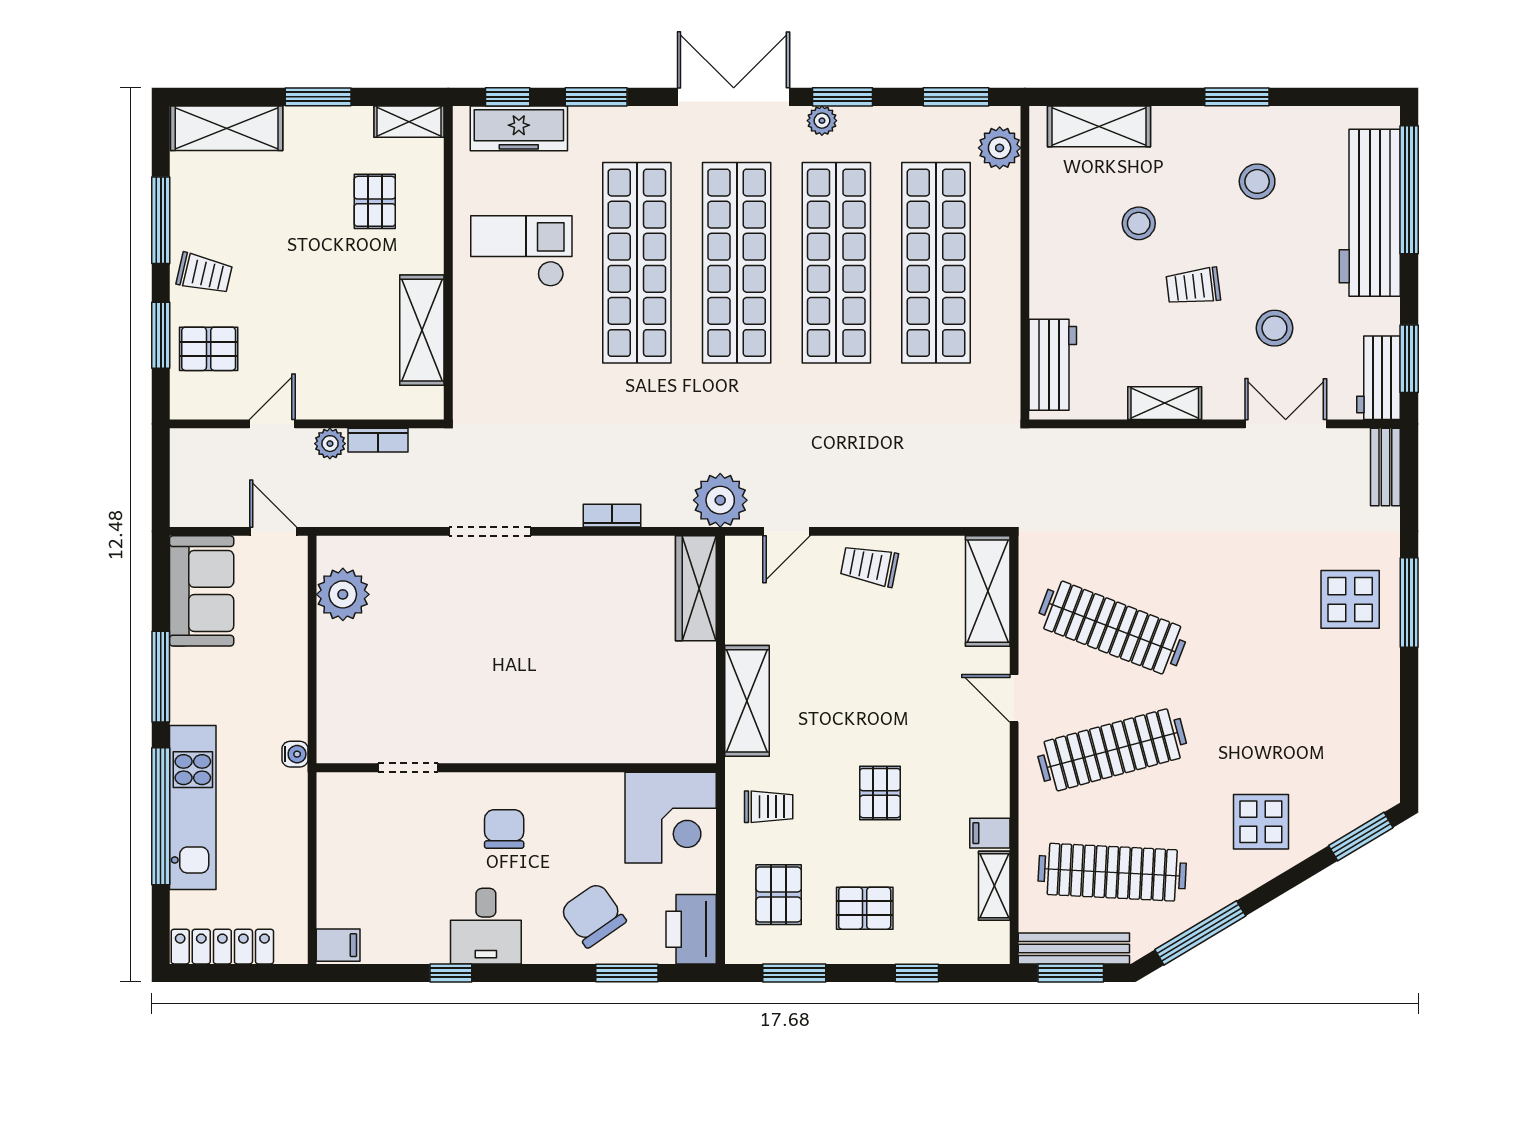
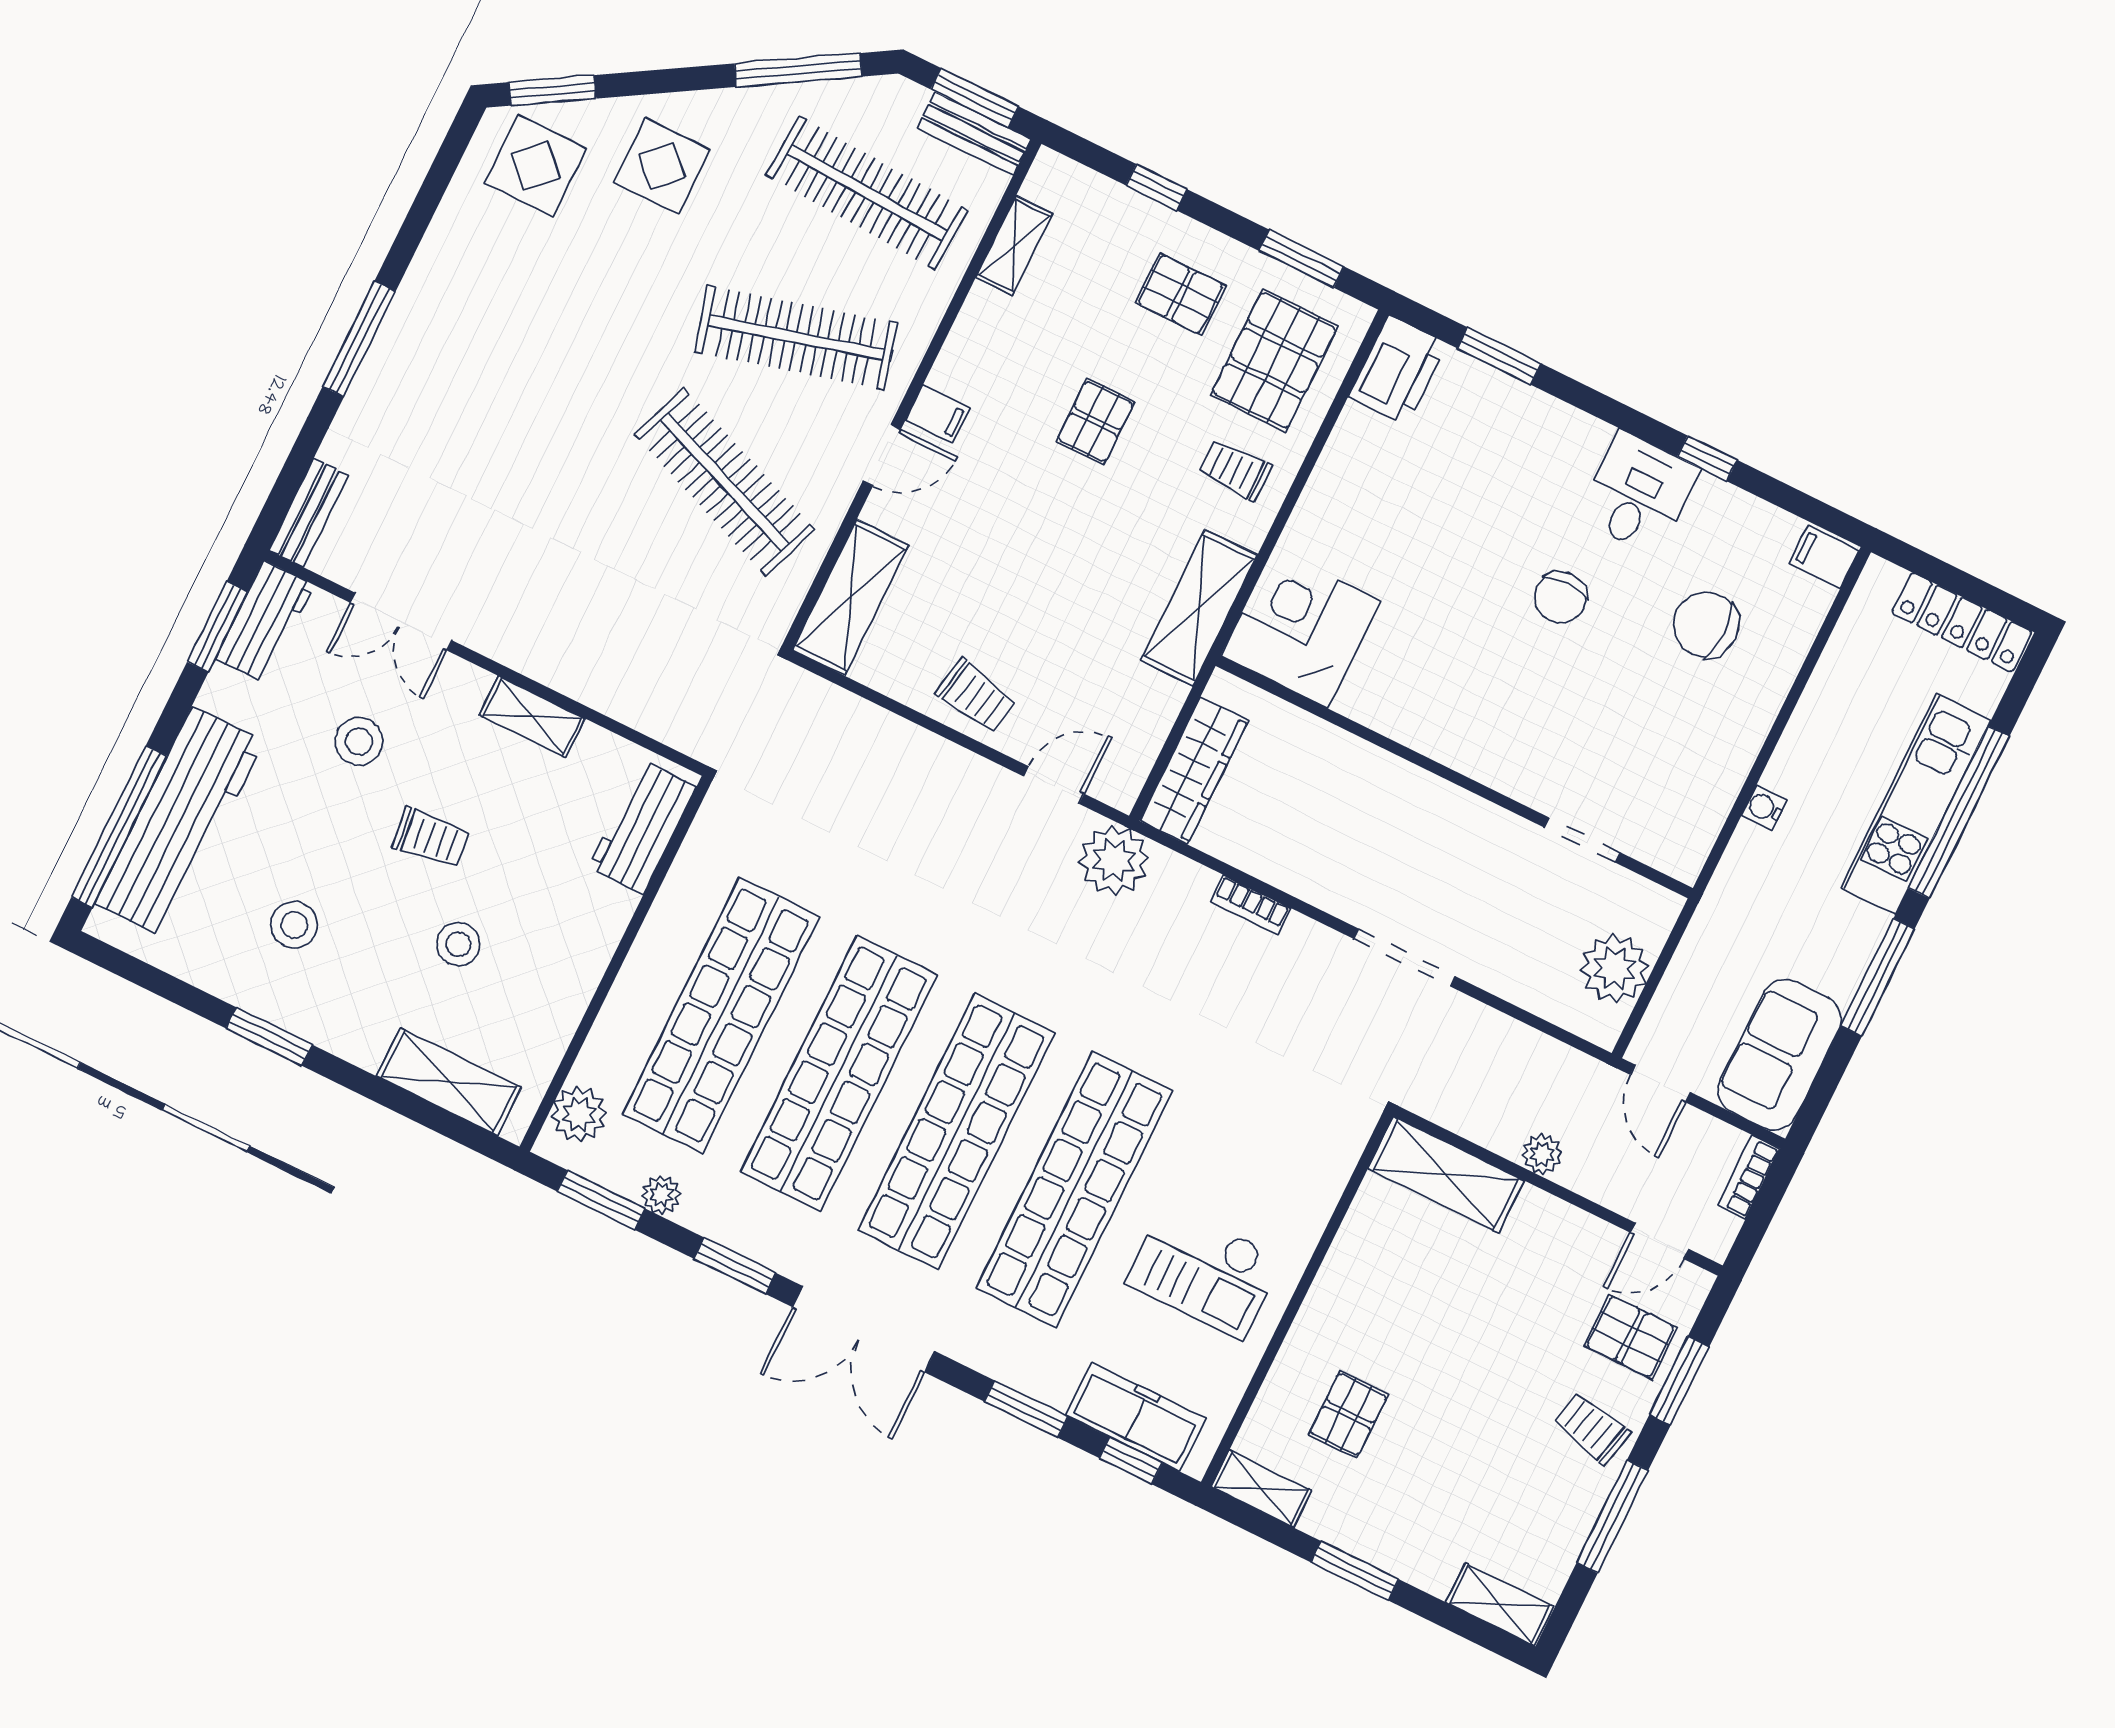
plant: (822, 121) -> (661, 1195), moved
shelving: (227, 128) -> (1500, 1604), width x0.67, depth x0.75
shelving: (422, 330) -> (1446, 1174), moved, turned 90
door: (272, 424) -> (1660, 1241), moved
bookcase: (378, 440) -> (1749, 1177), moved, turned -90
display table: (1350, 599) -> (536, 166), moved
door: (1014, 698) -> (882, 455), hinge flipped
doorway: (408, 768) -> (1582, 840), moved
wall: (516, 768) -> (1454, 777), moved
corner desk: (671, 818) -> (1301, 628), moved
filing cabinet: (990, 833) -> (938, 414), moved
pallet: (779, 895) -> (1274, 360), width x1.50, depth x1.42
chair: (593, 915) -> (1706, 625), moved, turned 125
bench: (1074, 948) -> (974, 134), width x0.73

